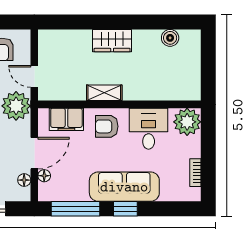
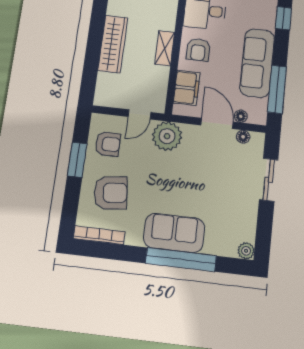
wardrobe: (112, 41) -> (113, 44), width x1.50
sofa: (124, 187) -> (257, 63), moved
window: (125, 209) -> (284, 18), moved

